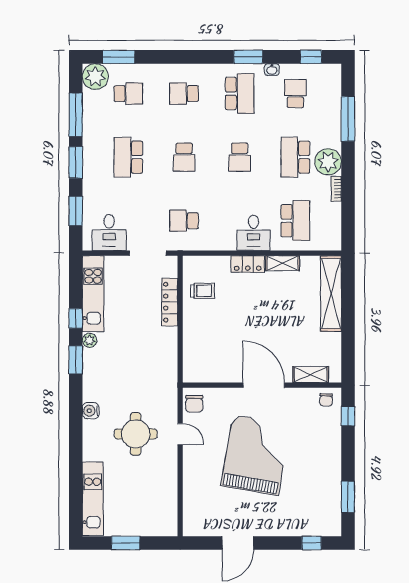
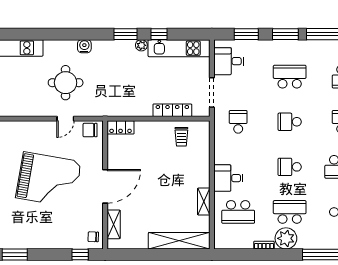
locker: (248, 264) -> (121, 127), moved, turned -90

